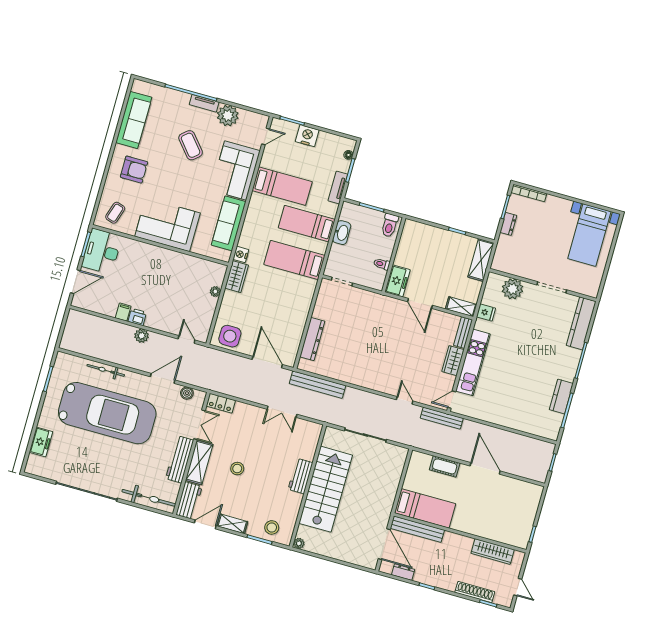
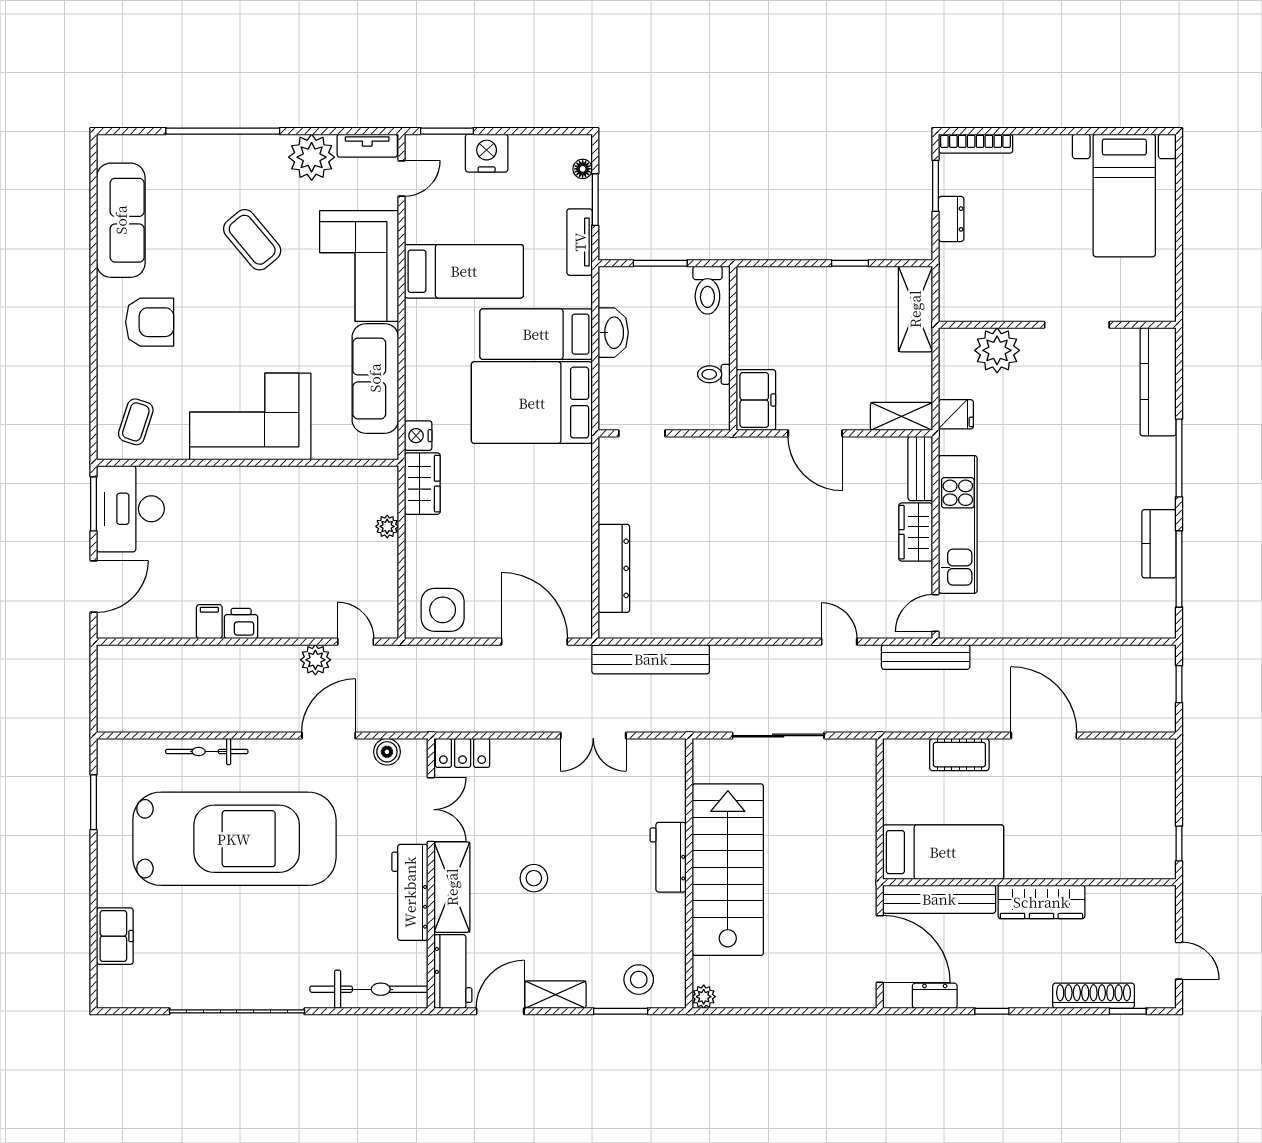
tv unit: (204, 103) -> (367, 146), moved
bed: (294, 260) -> (532, 403), width x1.50
plant: (142, 336) -> (315, 660), moved
wardrobe: (493, 551) -> (1041, 902), moved

